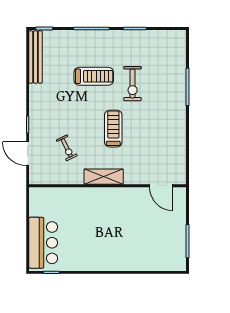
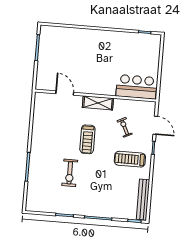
treadmill: (94, 76) -> (130, 159), moved
exercise bike: (133, 84) -> (70, 173), turned 180
door: (161, 186) -> (65, 93), moved
bar counter: (43, 243) -> (136, 87), moved, turned 90

